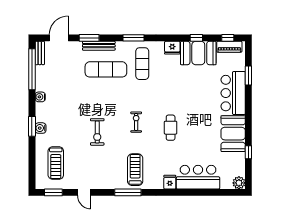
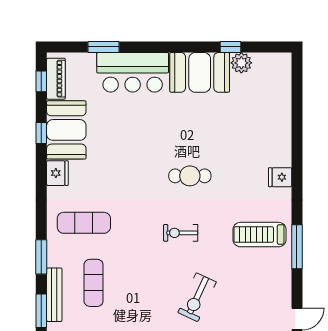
window: (134, 38) -> (41, 257), moved
exercise mat: (106, 69) -> (94, 283), width x0.73, depth x0.69
exercise bike: (97, 132) -> (197, 297), turned 115
bar counter: (198, 177) -> (272, 130), removed
plant: (239, 183) -> (241, 63), moved

